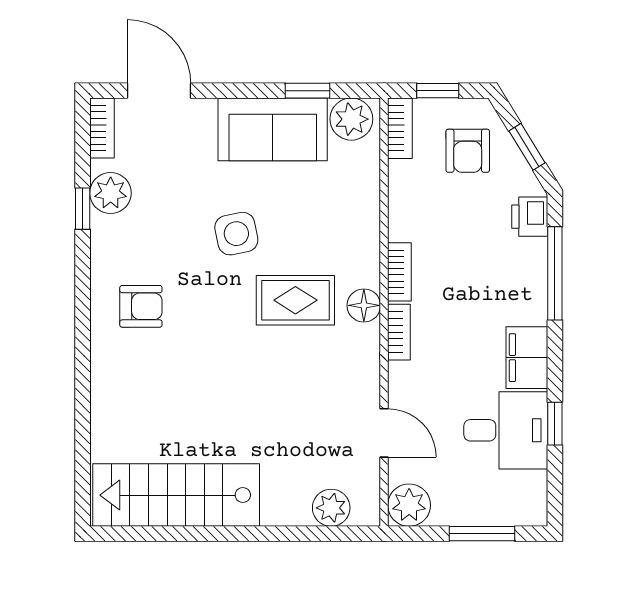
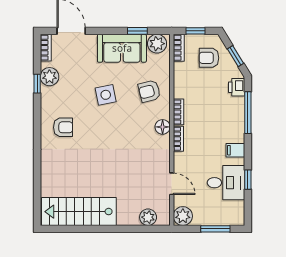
armchair: (468, 151) -> (209, 58), turned 90
armchair: (334, 225) -> (149, 91), added
rug: (295, 300) -> (132, 125), removed
filing cabinet: (527, 358) -> (235, 150), width x0.50

